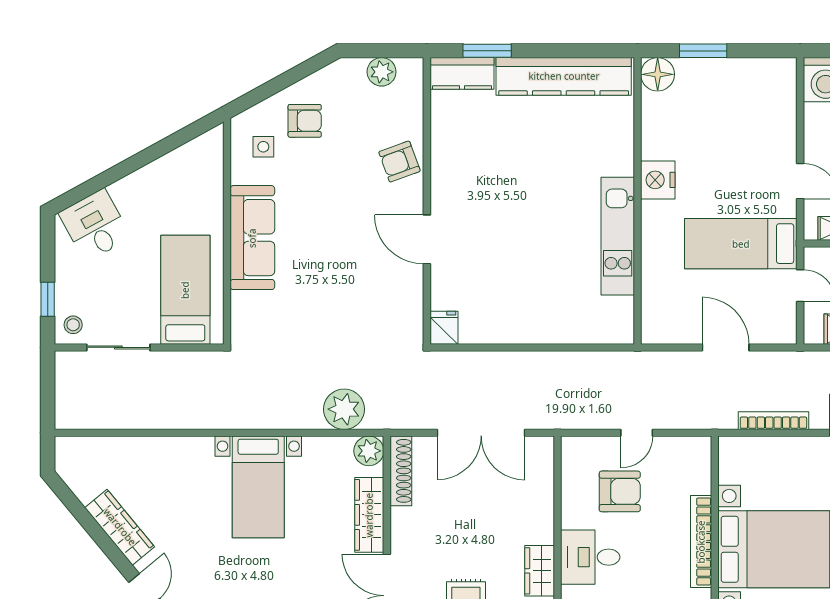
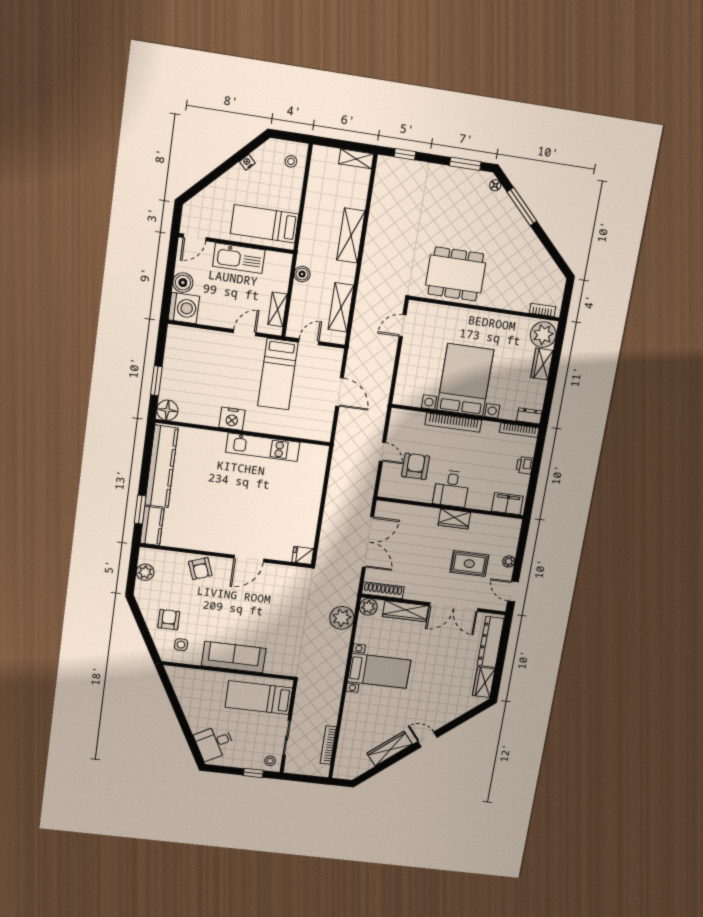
door: (726, 347) -> (340, 392), swing flipped
bookcase: (773, 421) -> (328, 745), moved

